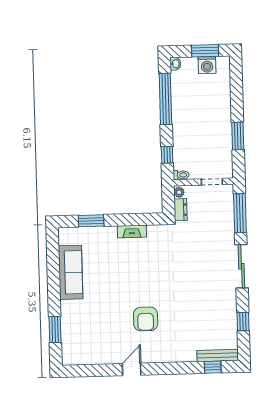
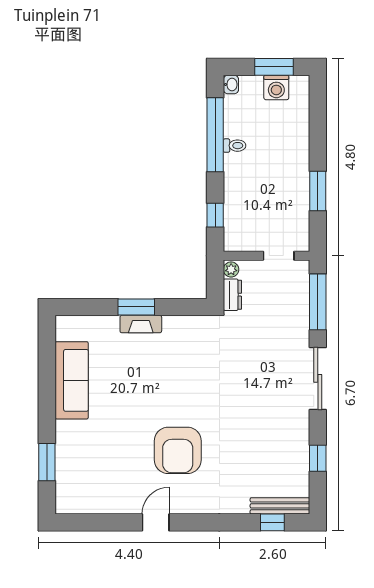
toilet: (181, 175) -> (235, 146), moved
window: (91, 221) -> (136, 307), moved
fireplace: (132, 231) -> (141, 324), moved
armchair: (146, 319) -> (178, 450), width x1.36, depth x1.36

